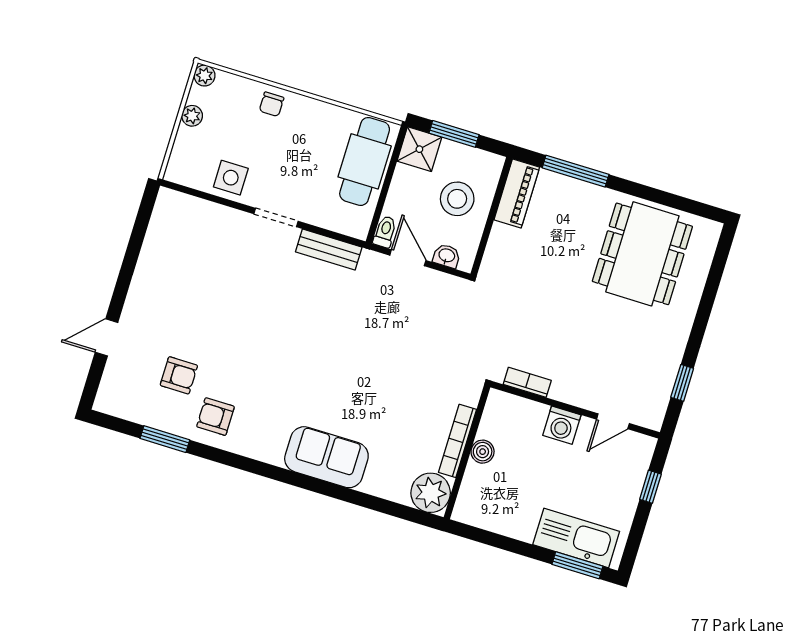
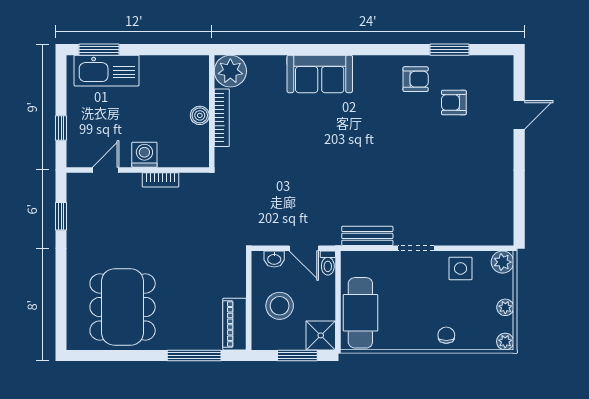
plant: (179, 170) -> (502, 262), added
bookcase: (527, 382) -> (161, 180), moved

